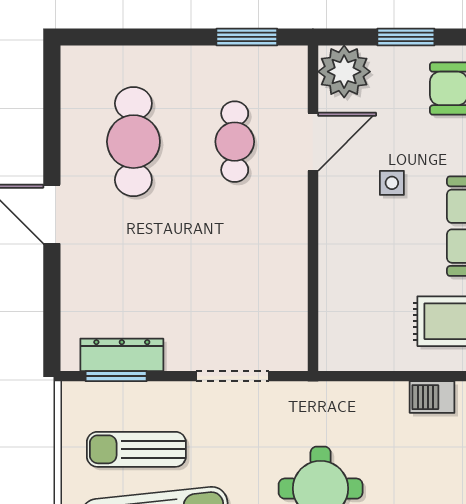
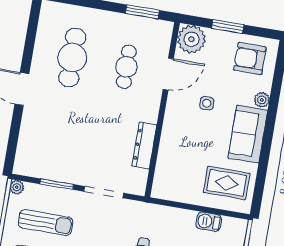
dresser: (122, 355) -> (144, 145), moved, turned -90
window: (116, 376) -> (57, 184), moved
plant: (73, 394) -> (17, 187), added
sun lounger: (136, 449) -> (46, 223), turned 180

